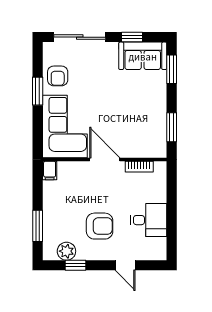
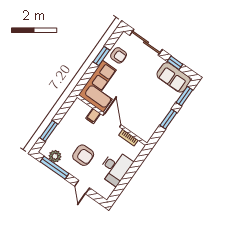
armchair: (58, 76) -> (119, 55), turned -90
window: (172, 127) -> (168, 119), moved
filing cabinet: (50, 170) -> (93, 116), moved
desk: (149, 220) -> (115, 168), width x1.37
window: (76, 265) -> (55, 168), width x2.17

